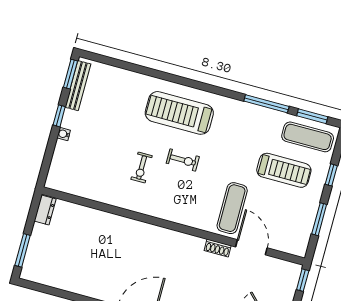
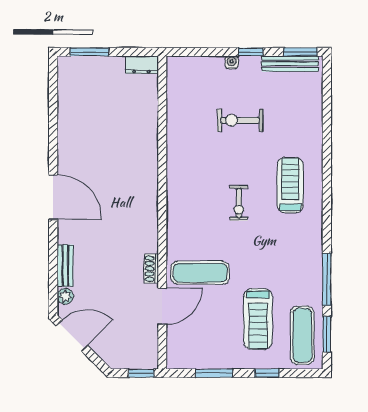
treadmill: (179, 113) -> (290, 185), width x0.73, depth x0.73
exercise bike: (142, 168) -> (240, 120), moved, width x1.38, depth x1.39

